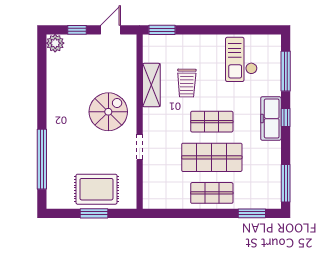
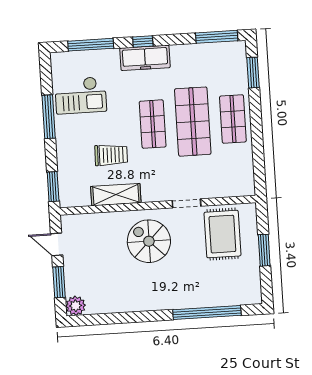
window: (77, 30) -> (59, 282), width x1.50
window: (224, 30) -> (49, 117), added
rug: (96, 189) -> (222, 234), moved

